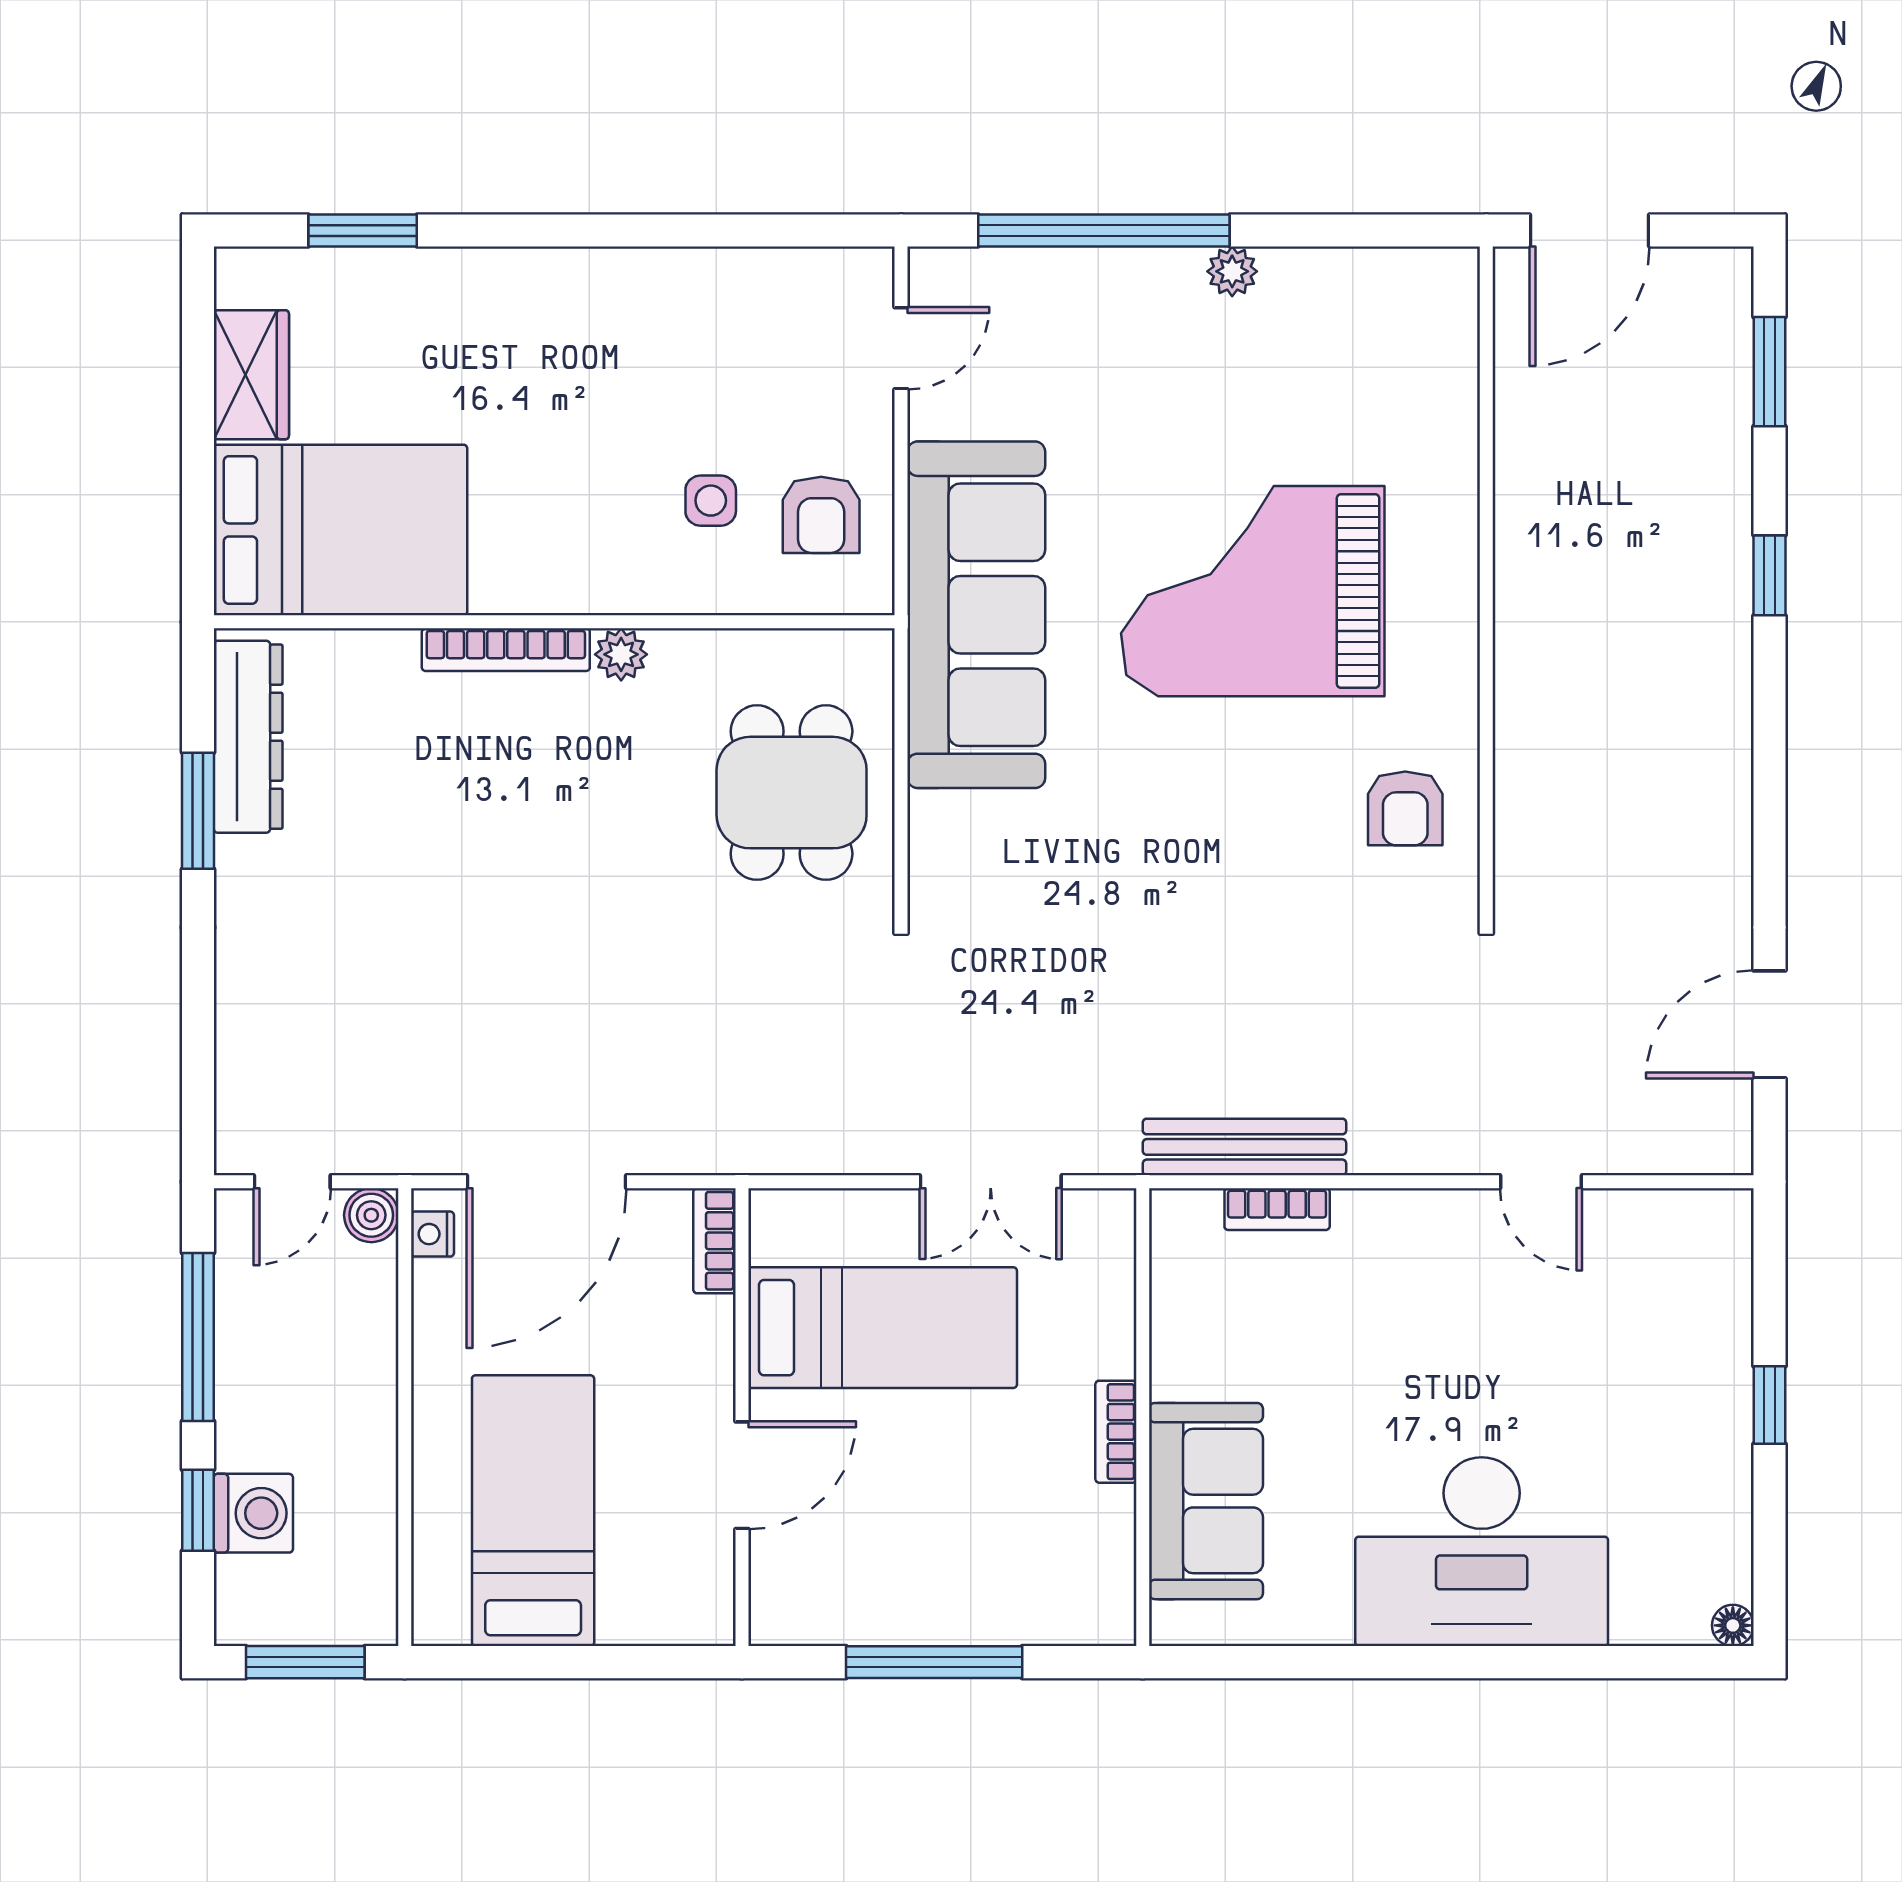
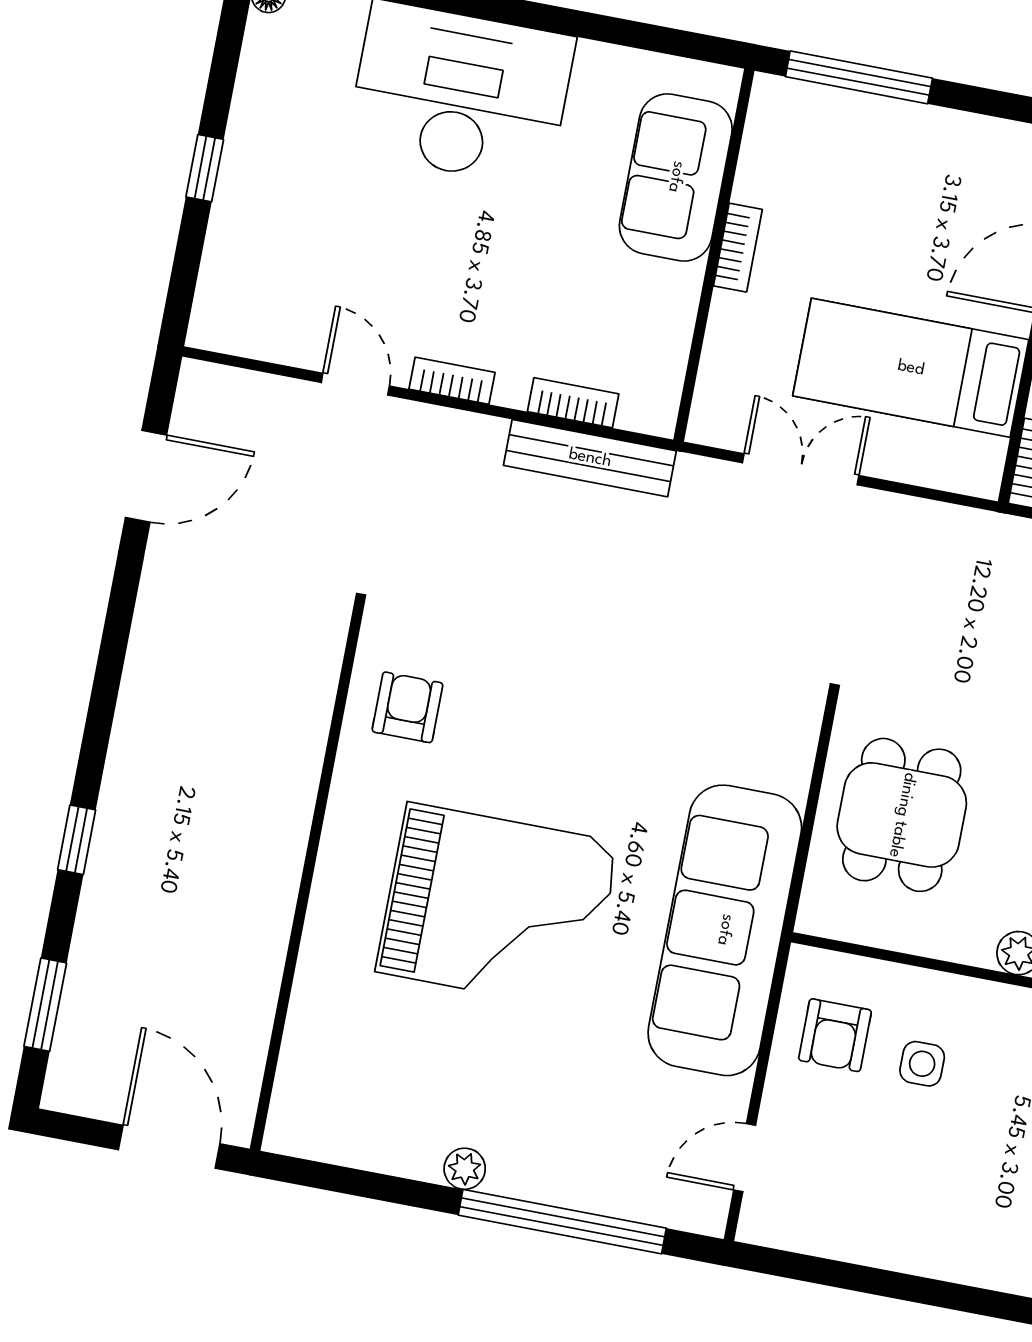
door: (1590, 231) -> (169, 1147), hinge flipped
armchair: (821, 515) -> (835, 1035), turned 180
bookcase: (1426, 1208) -> (452, 381), added
window: (934, 1662) -> (859, 77), moved

